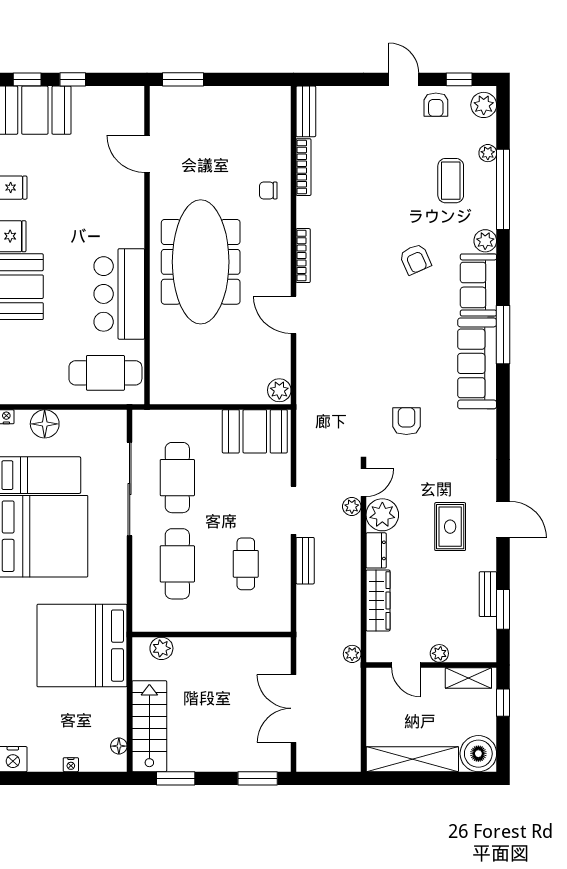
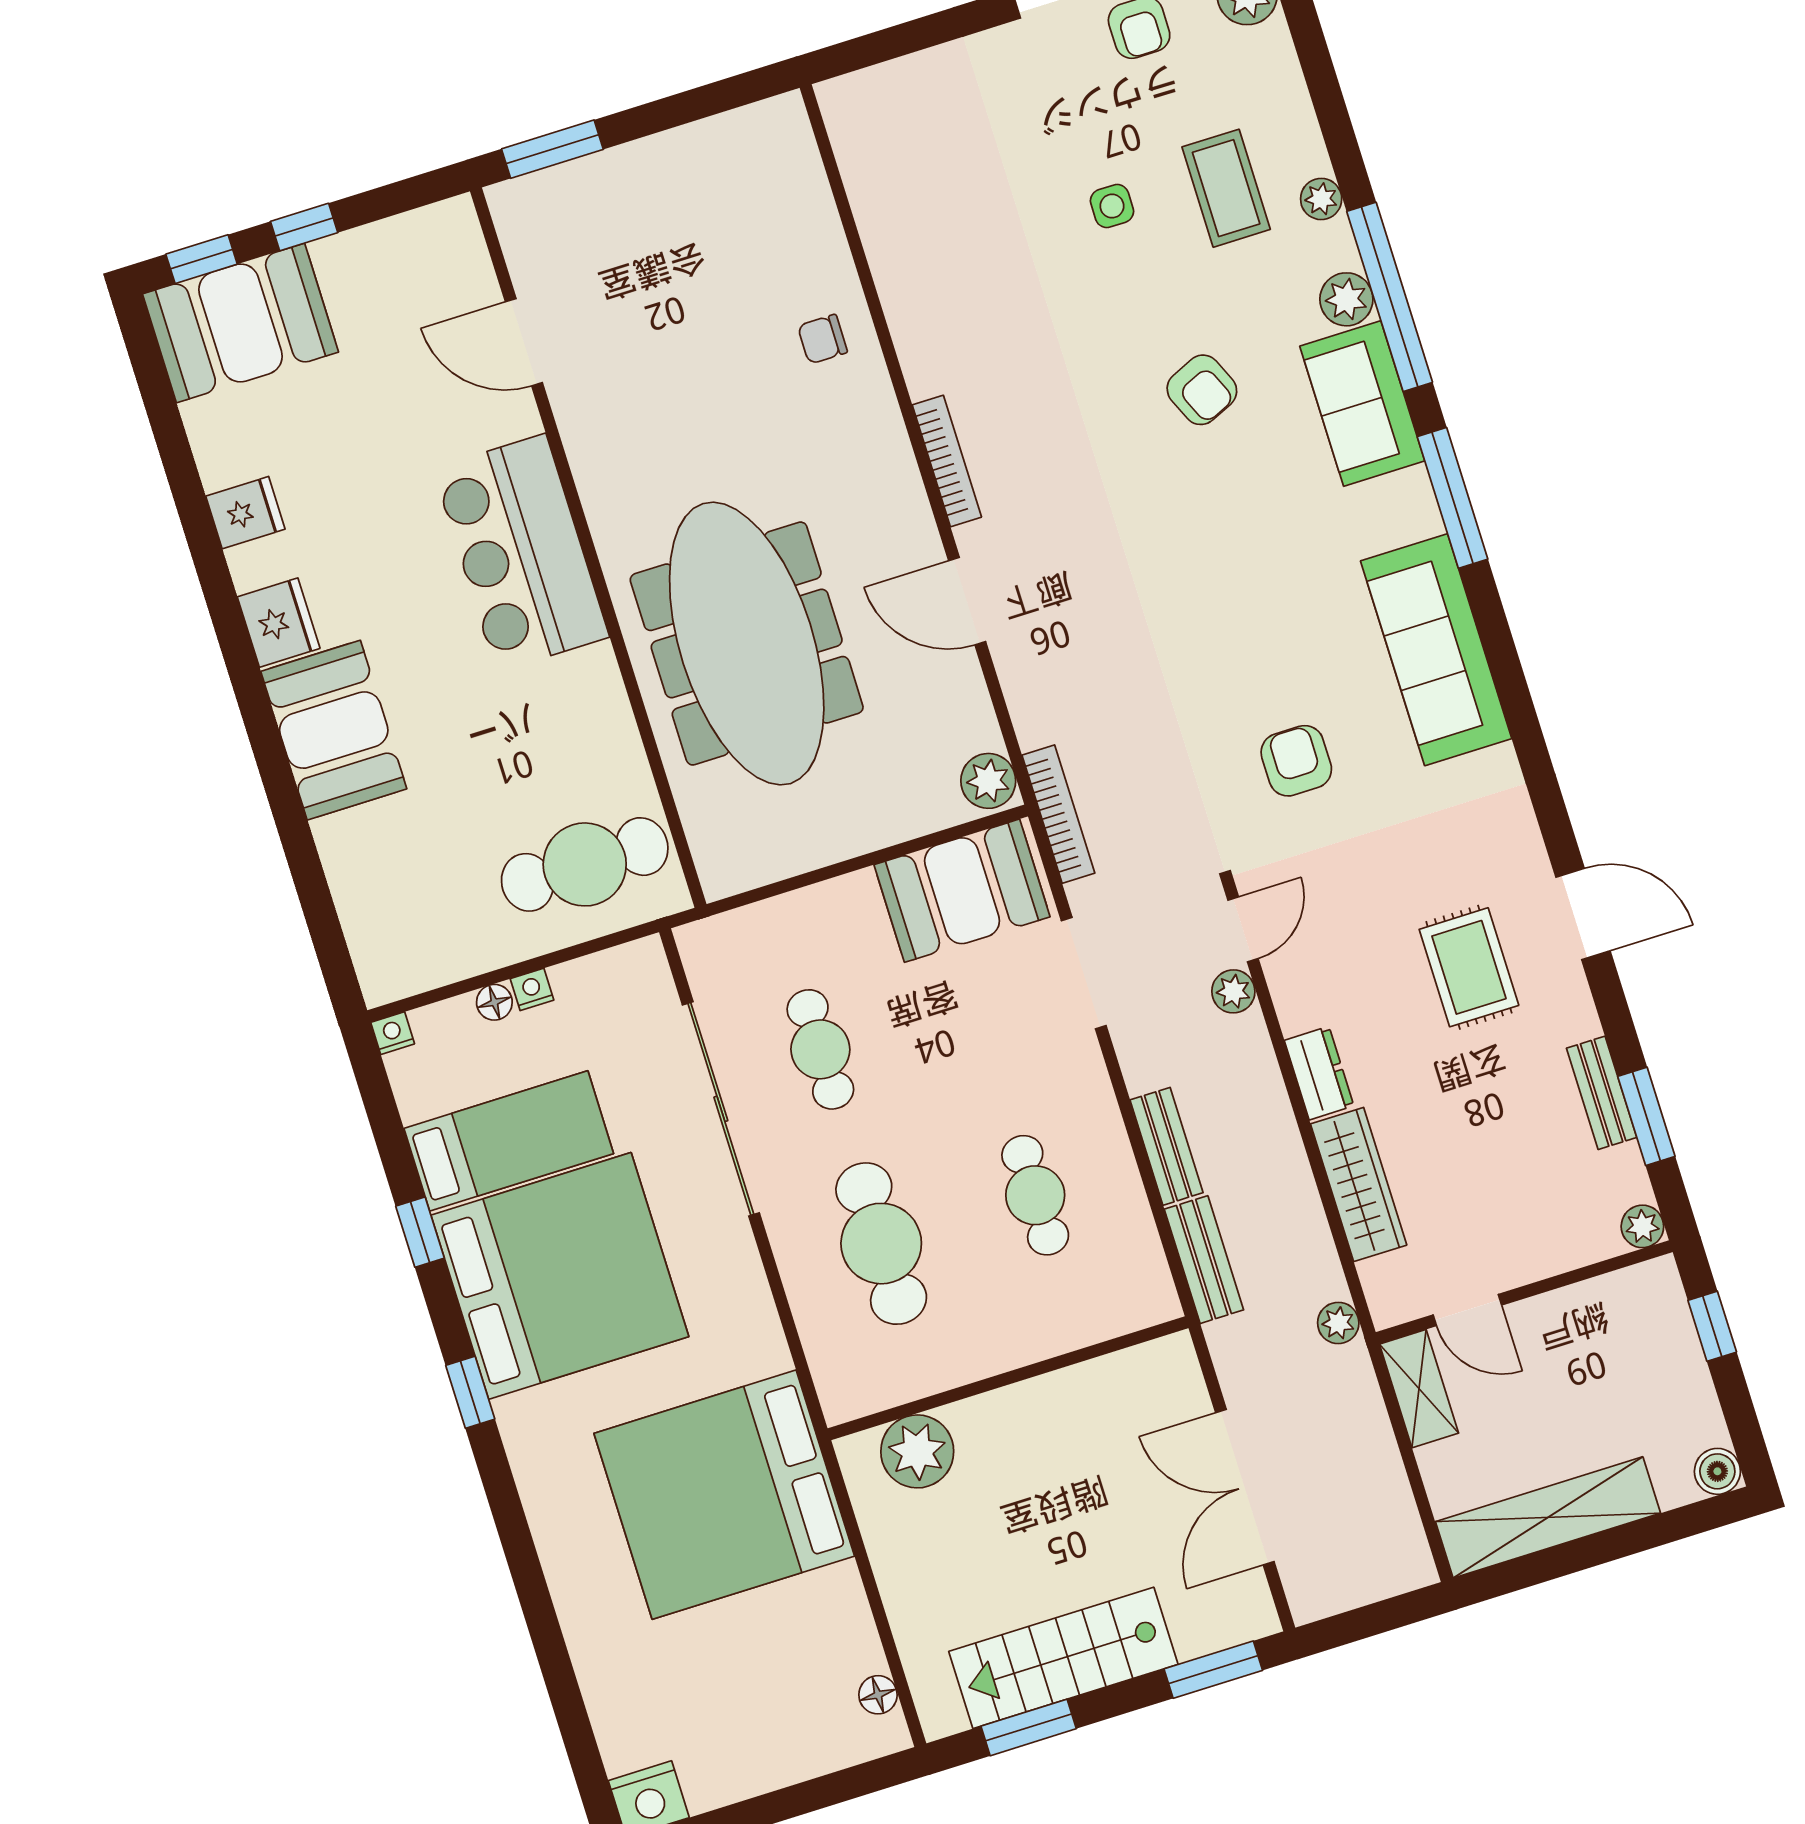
bench: (306, 111) -> (1204, 1260), moved
plant: (488, 153) -> (1321, 199), moved
bookcase: (303, 167) -> (1058, 814), moved
side table: (402, 173) -> (1112, 206), added
window: (503, 189) -> (1390, 297), moved
meeting table: (201, 262) -> (747, 644), moved
bar counter: (119, 294) -> (521, 553), moved
sofa: (477, 363) -> (1436, 650), moved
floor lamp: (45, 424) -> (494, 1002), width x0.53, depth x0.53
cafe table: (177, 478) -> (820, 1049), width x0.73, depth x0.74
doorway: (294, 510) -> (1084, 973), moved
plant: (382, 515) -> (1308, 989), removed
plant: (161, 648) -> (917, 1451), width x1.36, depth x1.36
plant: (439, 653) -> (1642, 1226), moved
shelving: (468, 678) -> (1419, 1389), moved, turned 90
stairs: (149, 726) -> (1063, 1658), moved, turned -90
boiler: (478, 754) -> (1717, 1471), width x0.54, depth x0.54
nightstand: (71, 765) -> (532, 989), moved, turned 180

